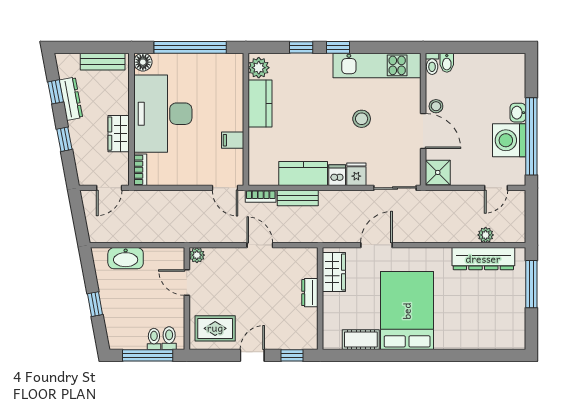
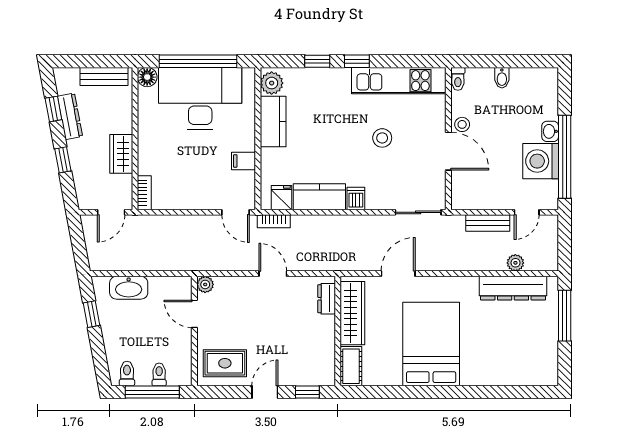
bidet: (447, 63) -> (502, 78), moved
desk: (163, 114) -> (200, 98), moved, turned 90
shower: (438, 172) -> (464, 196), removed
fridge: (356, 174) -> (281, 198), moved
bench: (298, 198) -> (488, 223), moved
wardrobe: (334, 272) -> (352, 313), width x1.50
dresser: (310, 293) -> (327, 299), moved
window: (95, 304) -> (92, 314), moved
toilet: (169, 338) -> (127, 374), moved
cot: (361, 340) -> (351, 366), moved, turned 90

